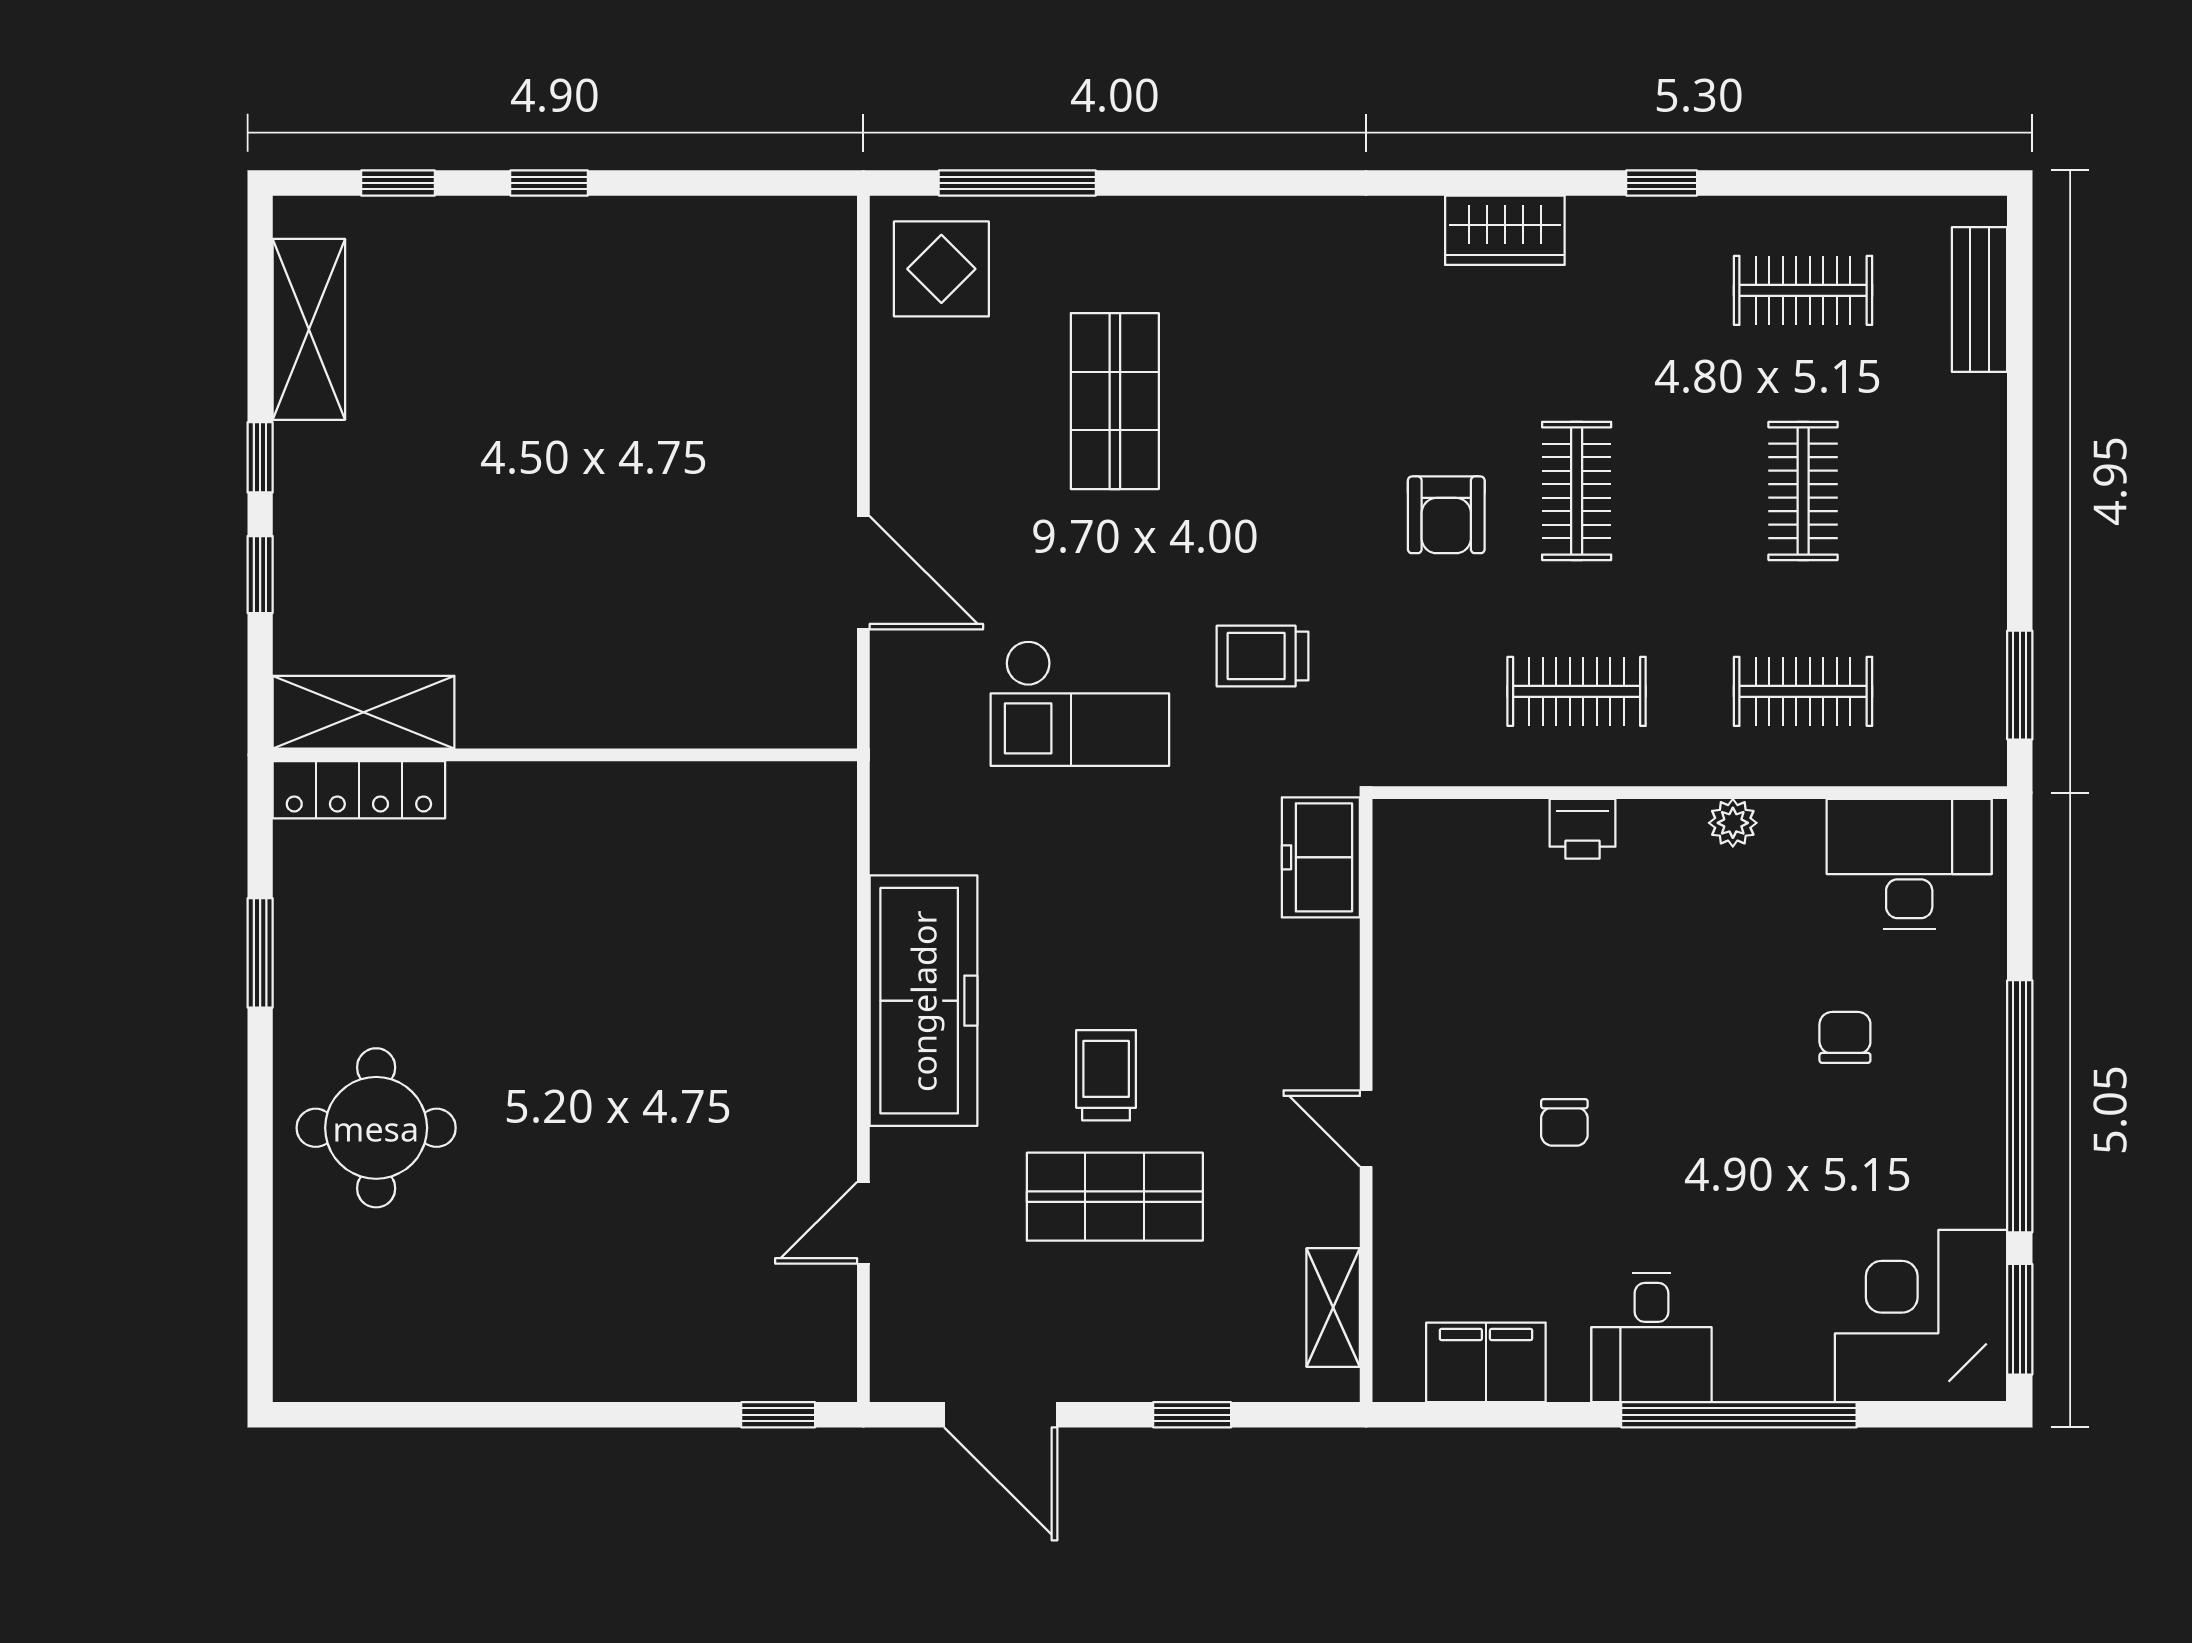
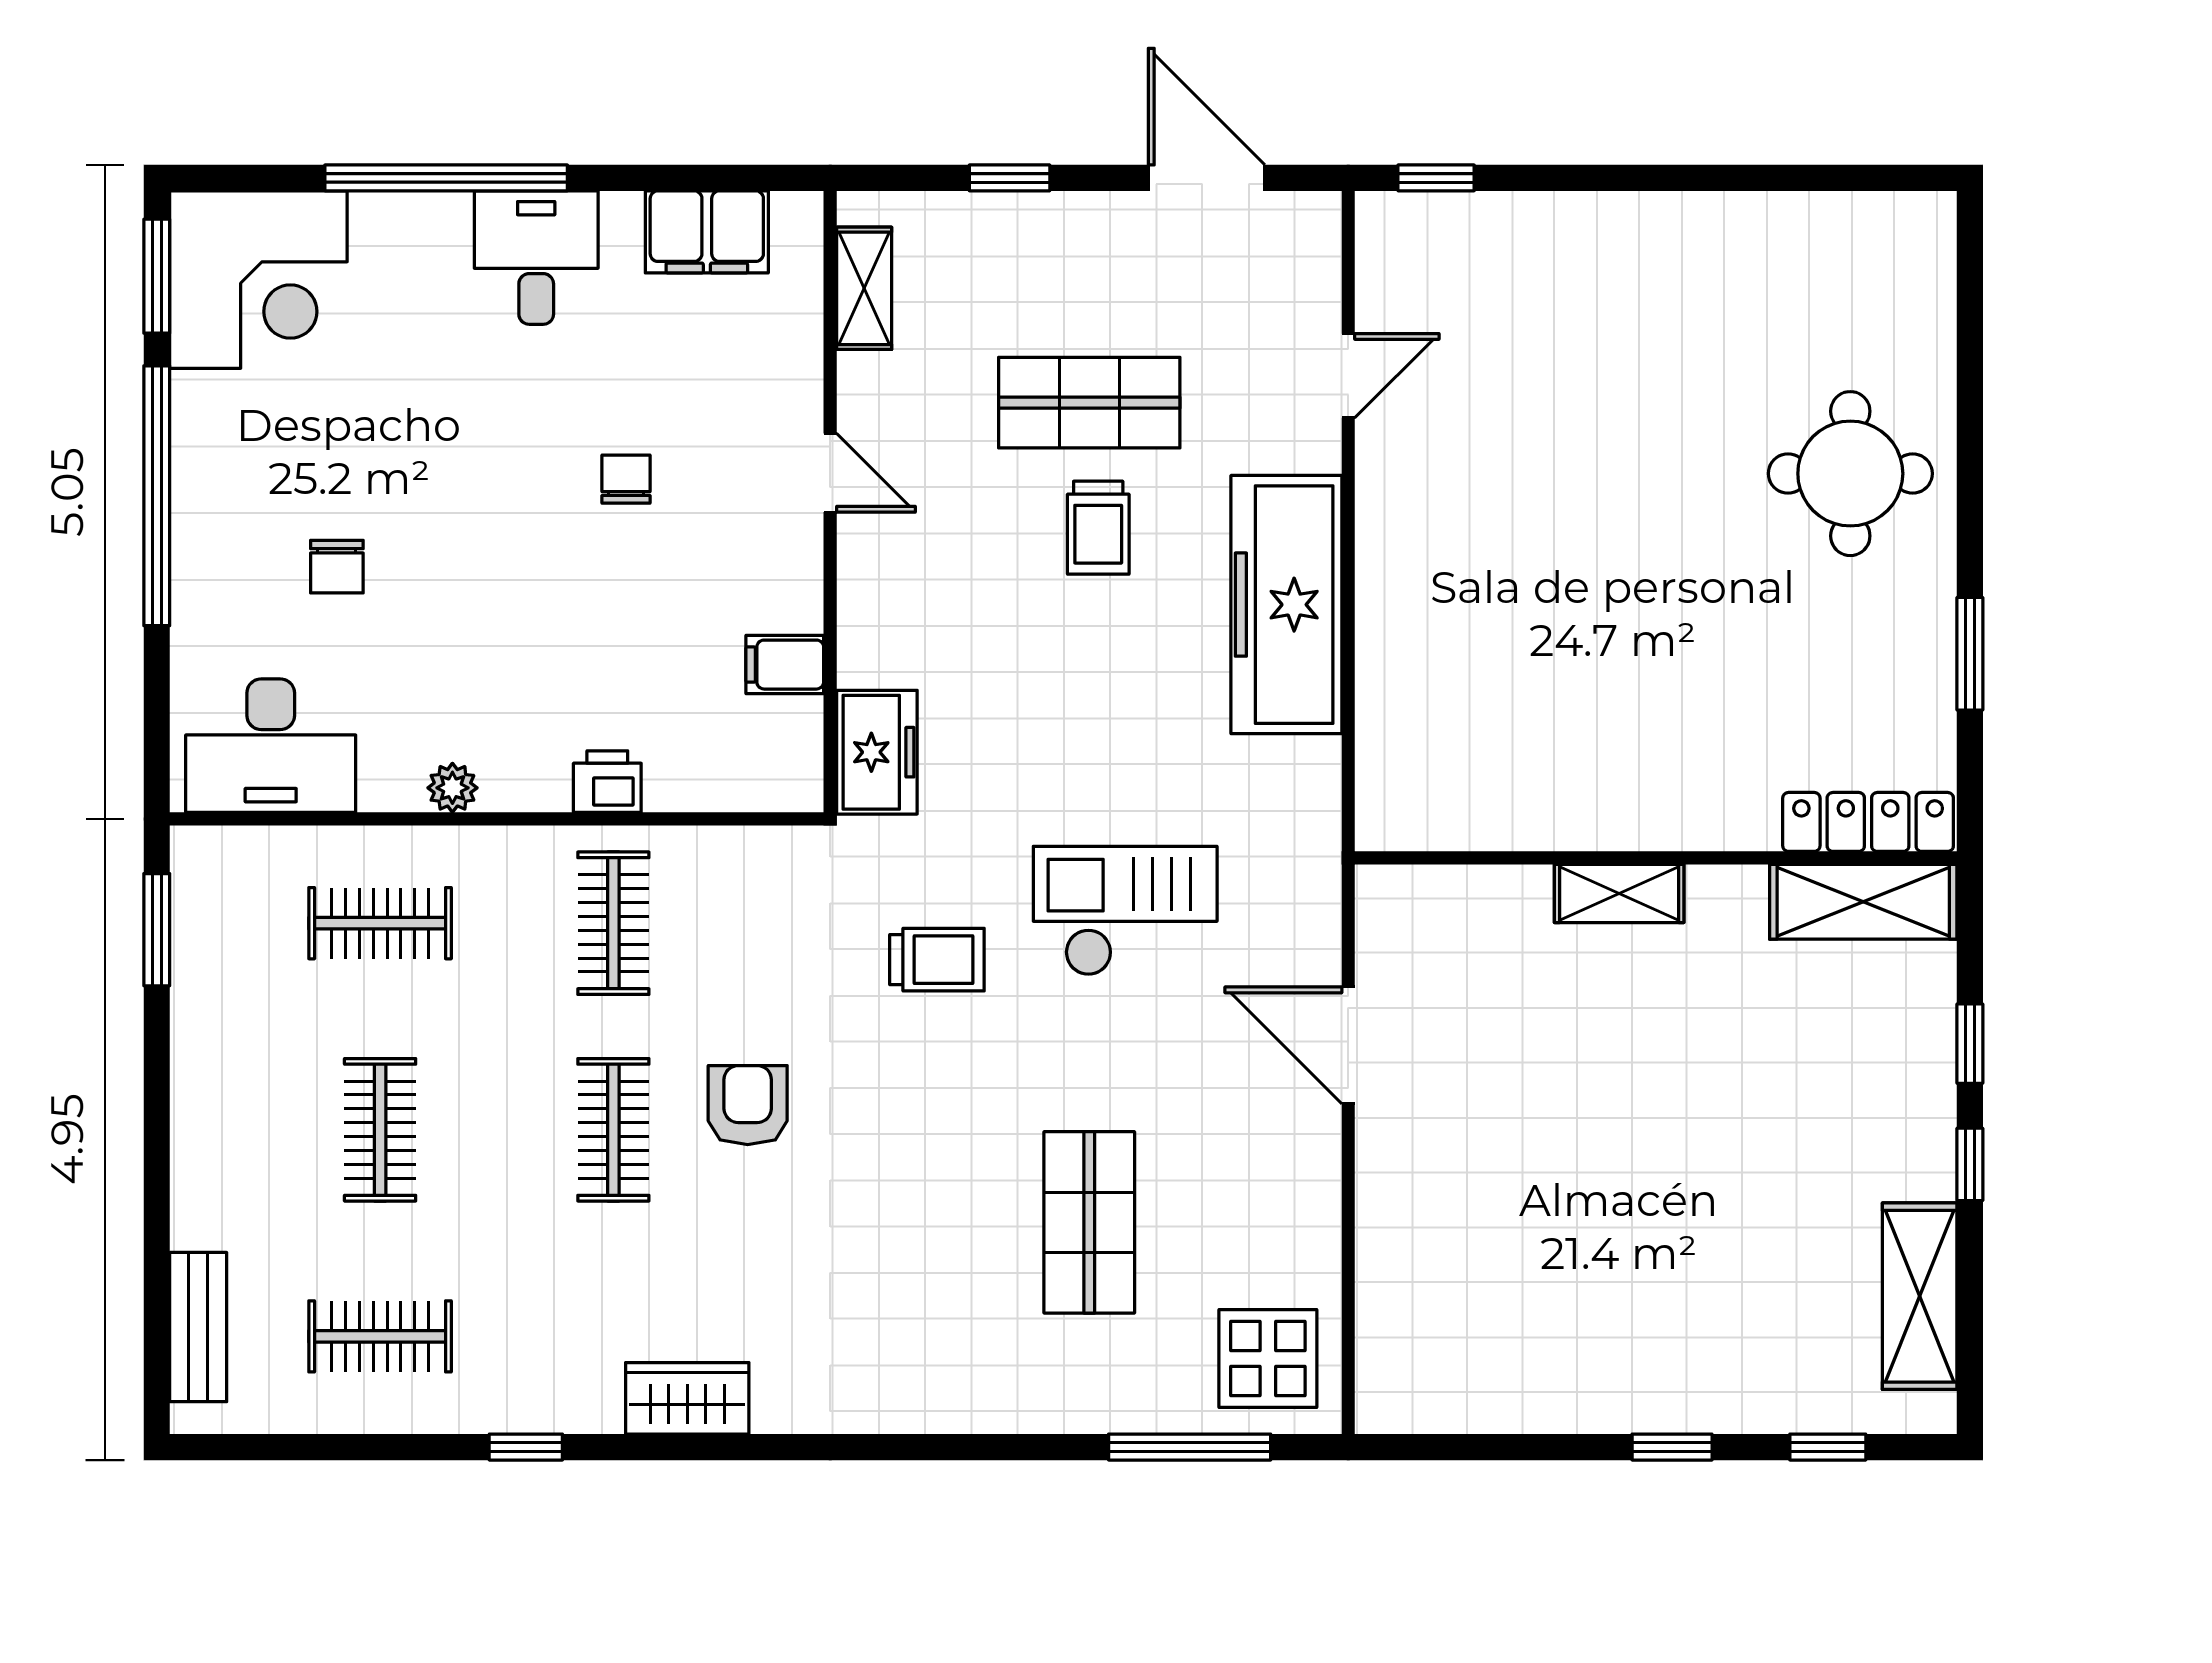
clothes rail: (1577, 691) -> (613, 923), turned 90
shelving: (600, 720) -> (1619, 893), added
filing cabinet: (1410, 942) -> (785, 665), added

